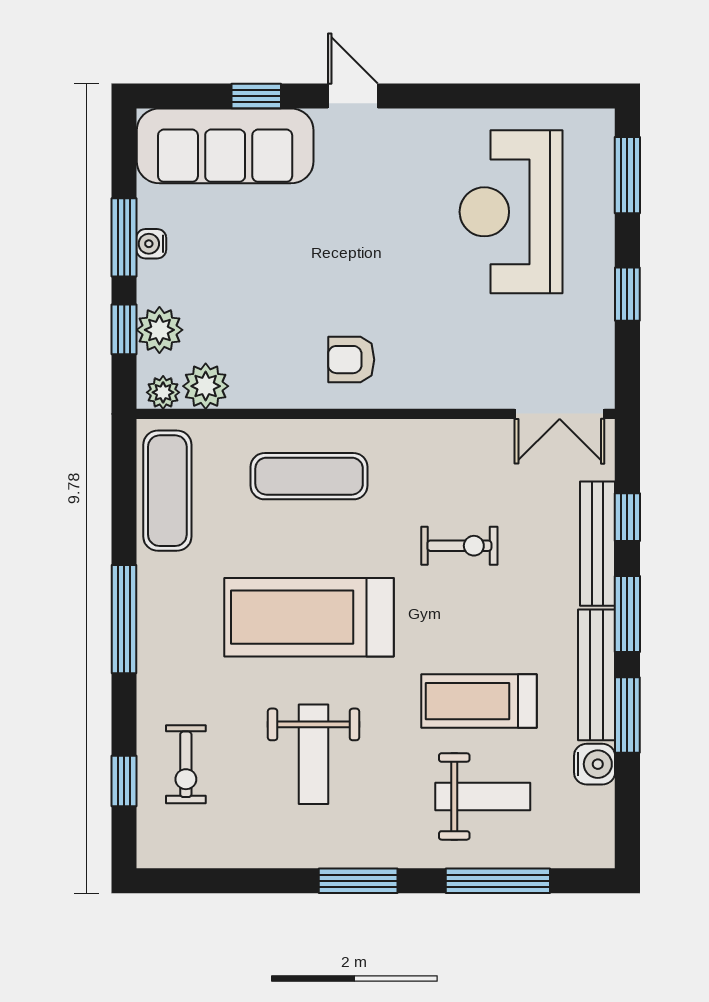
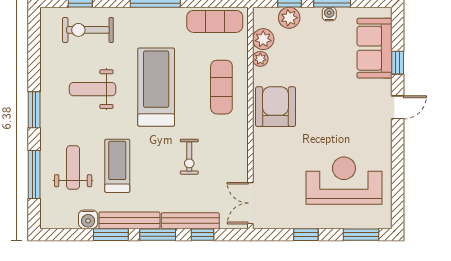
sofa: (225, 146) -> (374, 48), width x0.73
armchair: (351, 360) -> (276, 107), width x1.88, depth x1.88
plant: (163, 392) -> (260, 59), moved
exercise bike: (186, 764) -> (88, 30), width x1.38, depth x1.39
weight bench: (483, 796) -> (73, 167), turned 180

